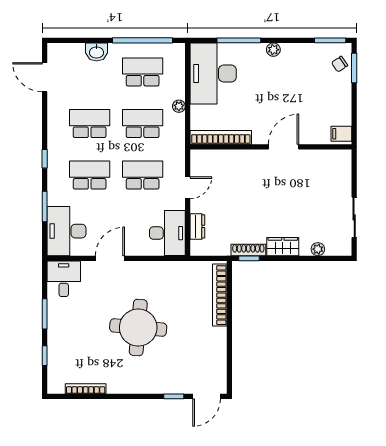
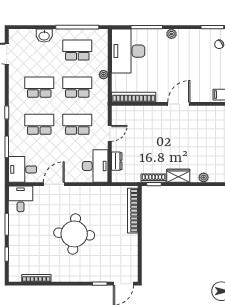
desk: (66, 231) -> (23, 169), width x0.73

